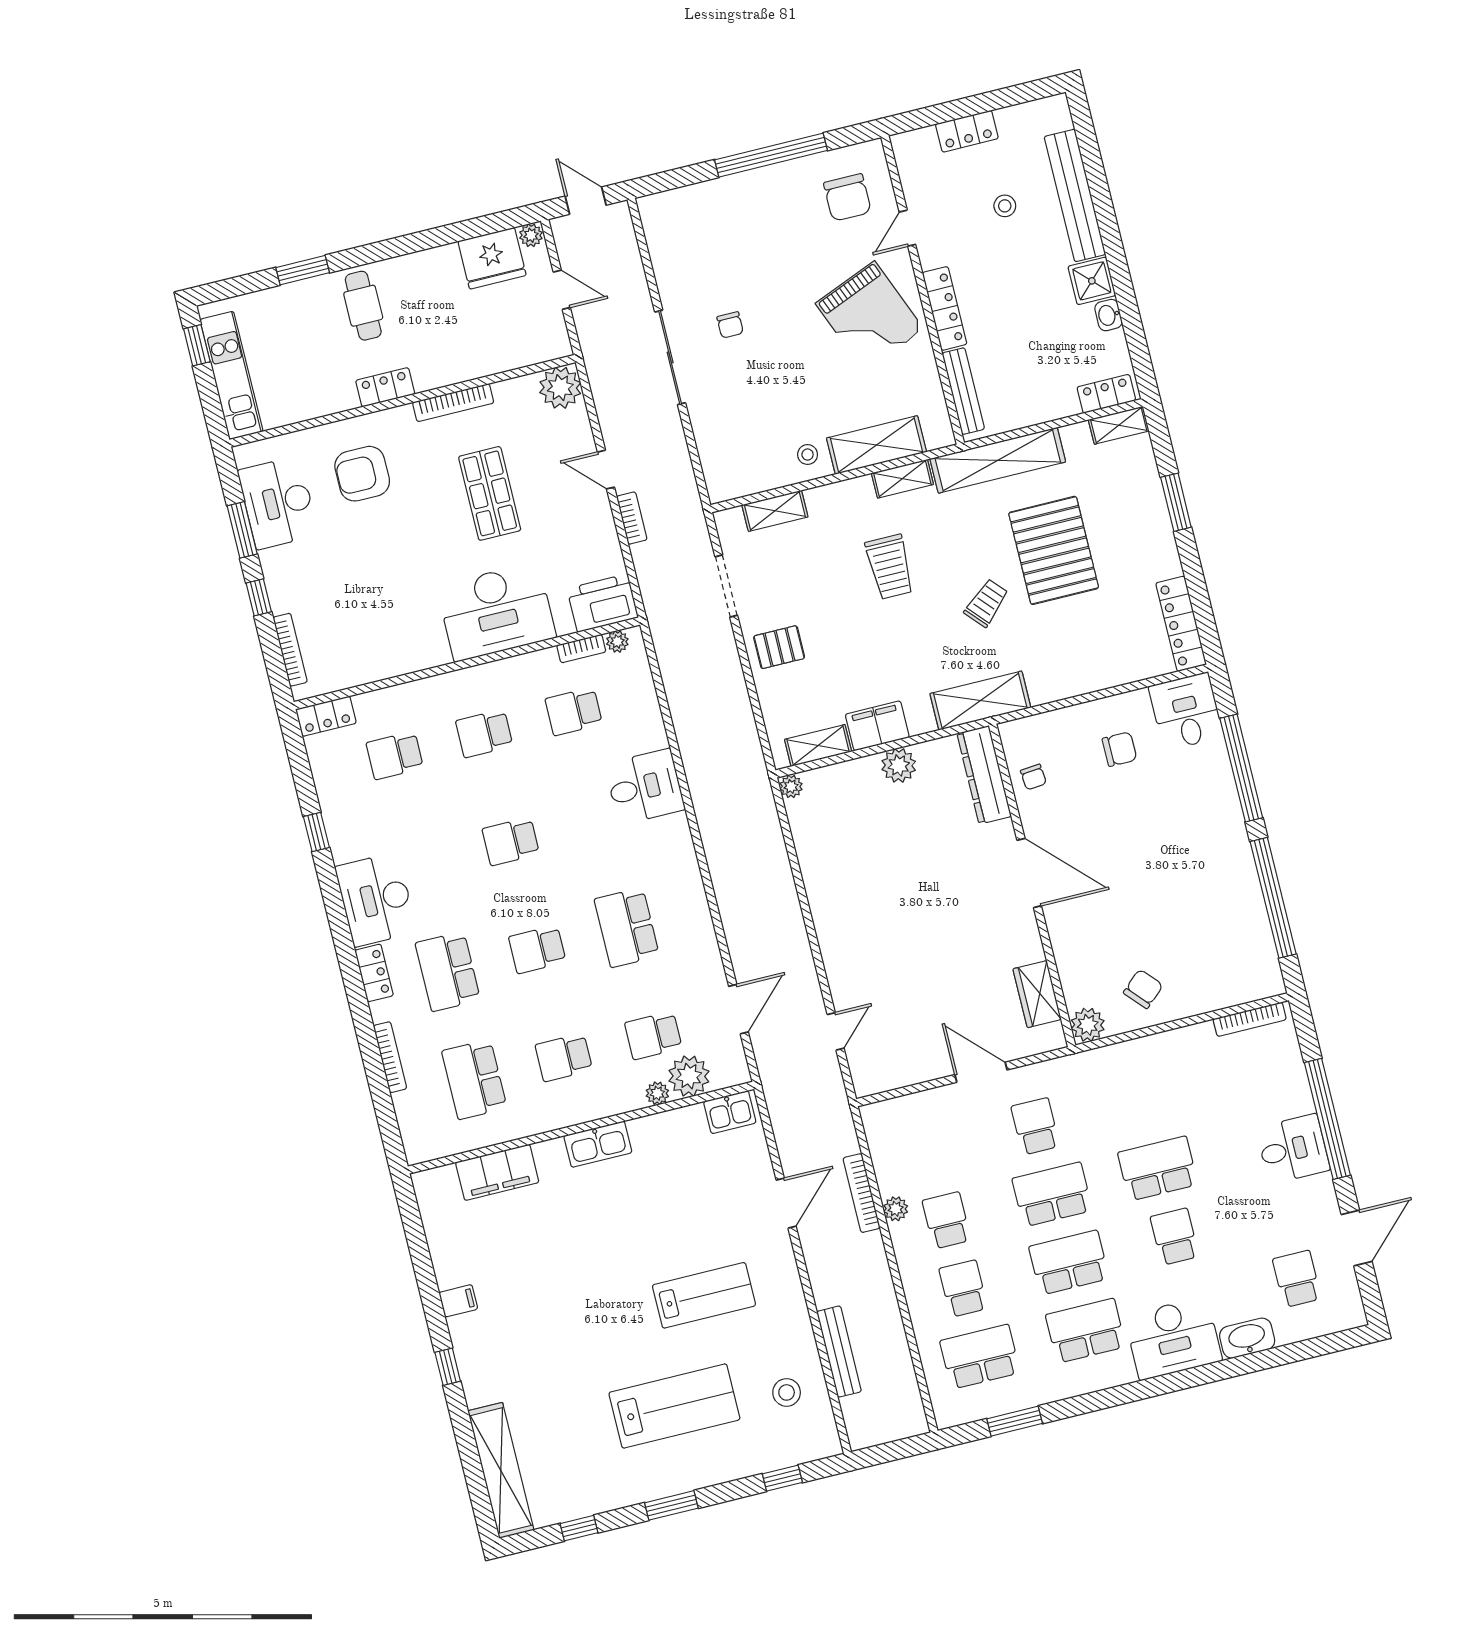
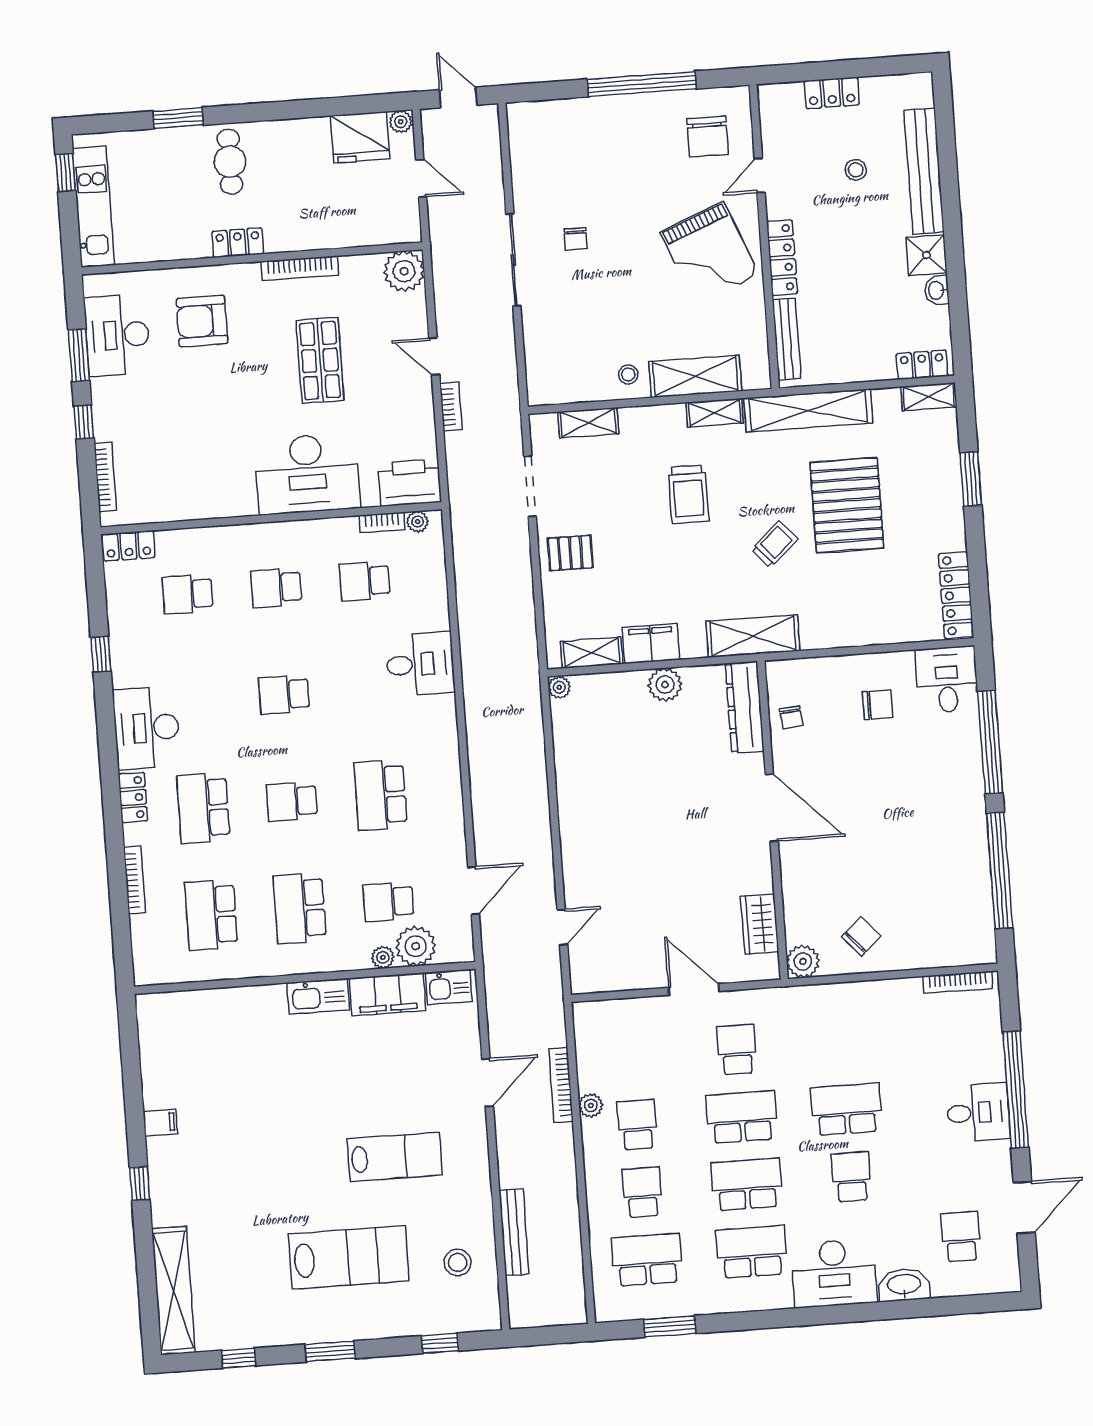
school desk: (564, 1057) -> (300, 908), width x1.85
filing cabinet: (497, 1172) -> (388, 994), moved

